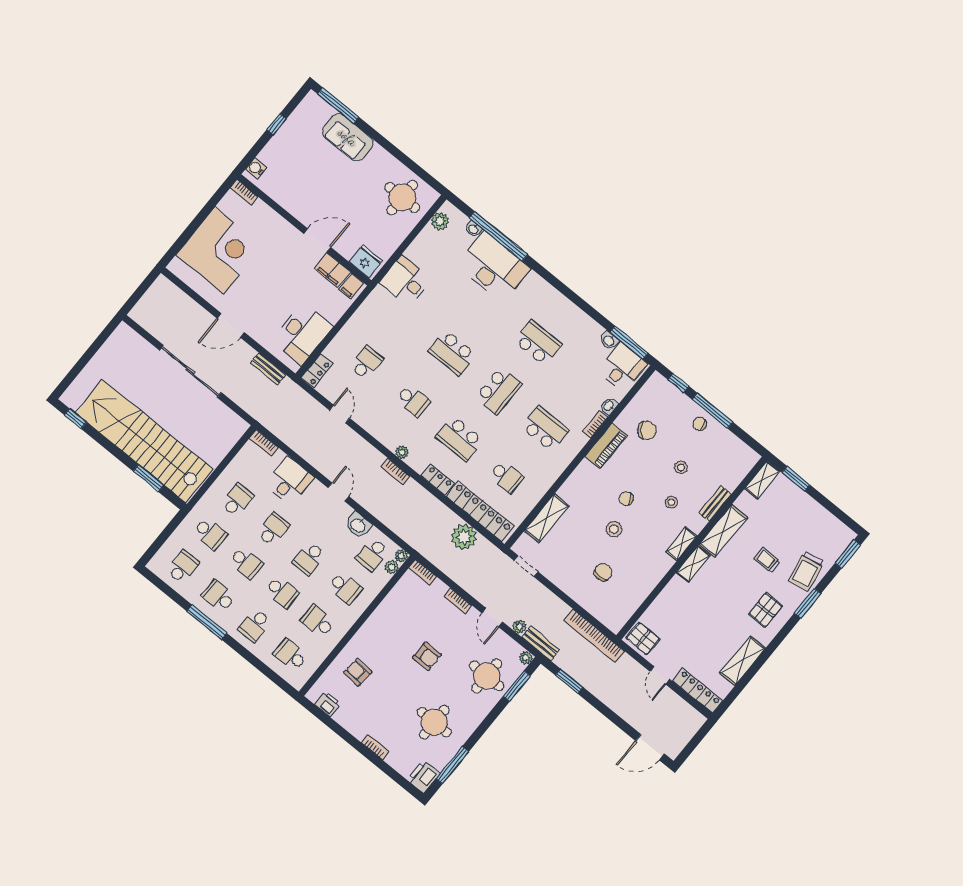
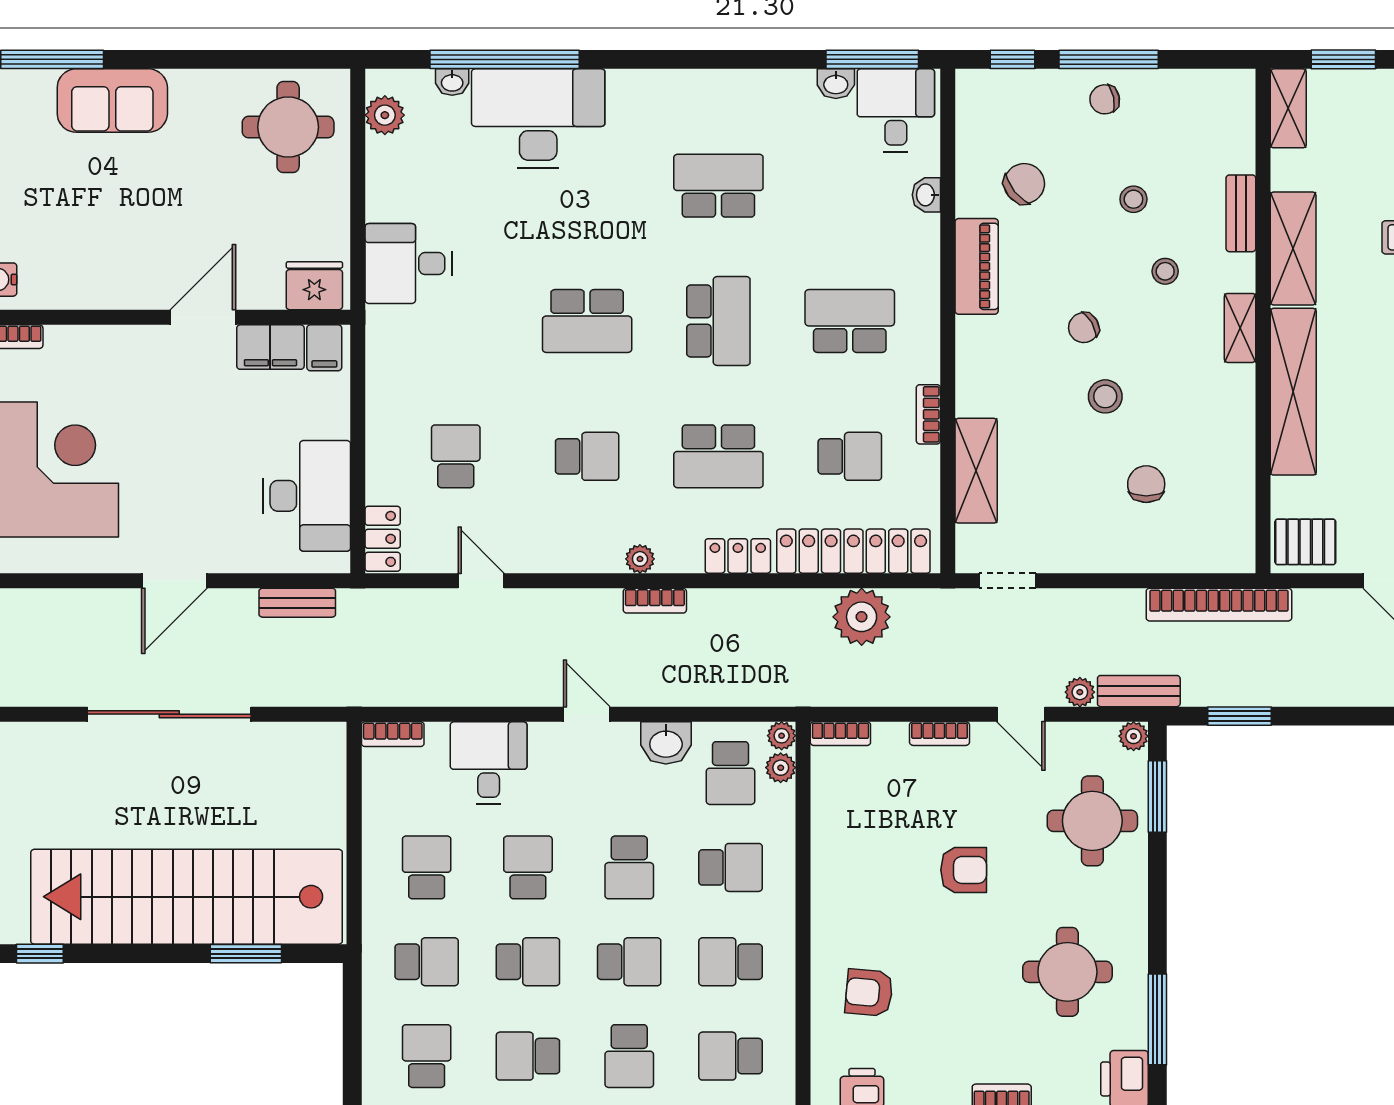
bookcase: (595, 424) -> (928, 414), moved
shelving: (693, 564) -> (1293, 392), width x2.20, depth x1.33

